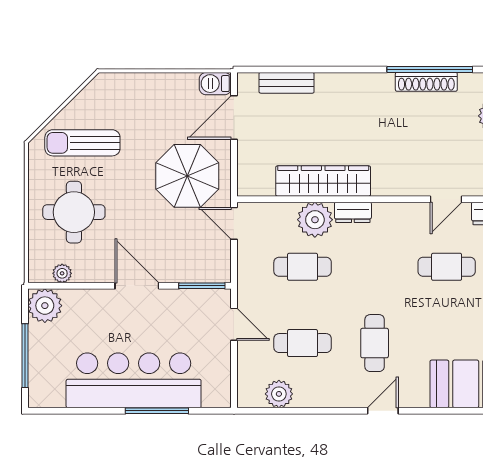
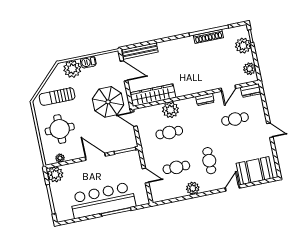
bench: (287, 83) -> (140, 51), width x1.36
barbecue: (215, 84) -> (88, 62), moved
plant: (126, 91) -> (72, 69), added
door: (234, 117) -> (124, 71), swing flipped
wardrobe: (323, 181) -> (153, 95), moved
dresser: (353, 212) -> (205, 99), moved
door: (234, 324) -> (145, 176), moved
plant: (279, 394) -> (193, 188), moved
door: (383, 411) -> (232, 188), moved

